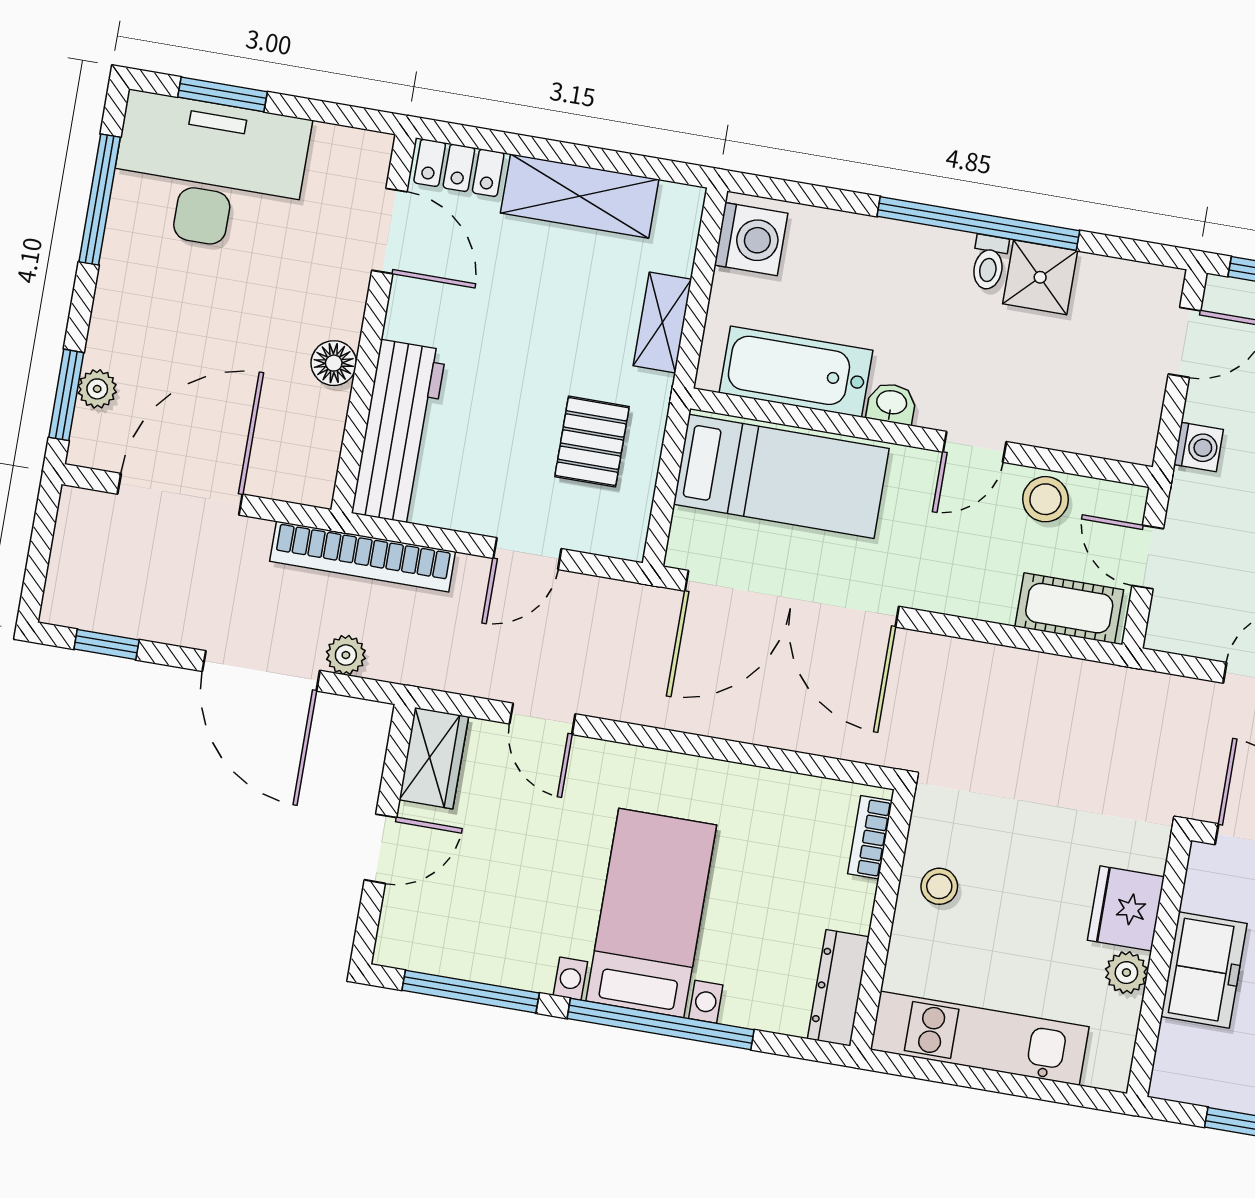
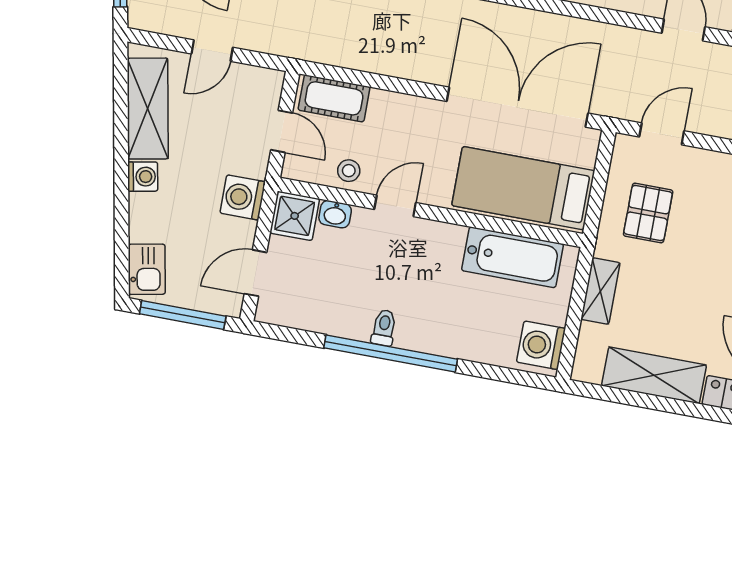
shower: (1040, 277) -> (295, 216), moved
washbasin: (891, 403) -> (335, 214), moved
washing machine: (1199, 447) -> (243, 197), width x1.38, depth x1.38
stool: (1045, 499) -> (349, 171), width x0.73, depth x0.73
door: (527, 554) -> (662, 134), moved

